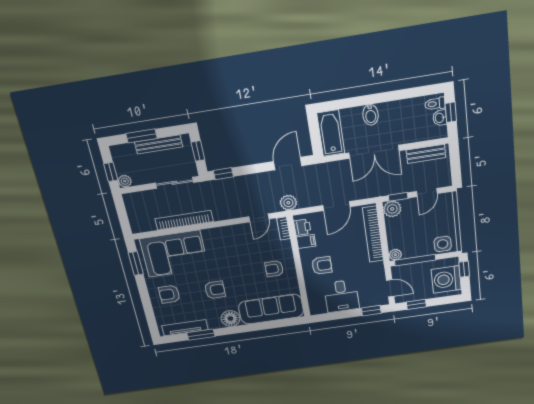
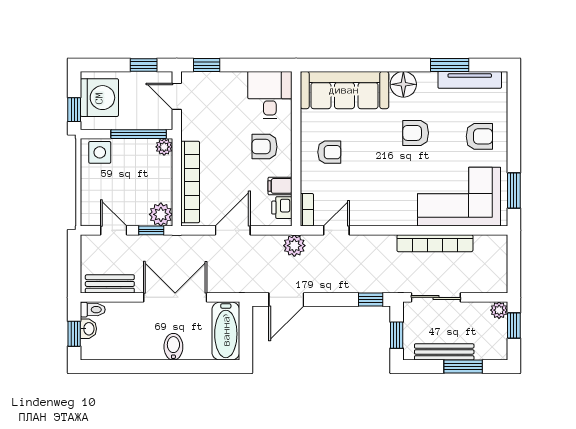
toilet: (435, 104) -> (93, 310), moved
door: (427, 193) -> (114, 230), hinge flipped
desk: (342, 296) -> (270, 95), moved

